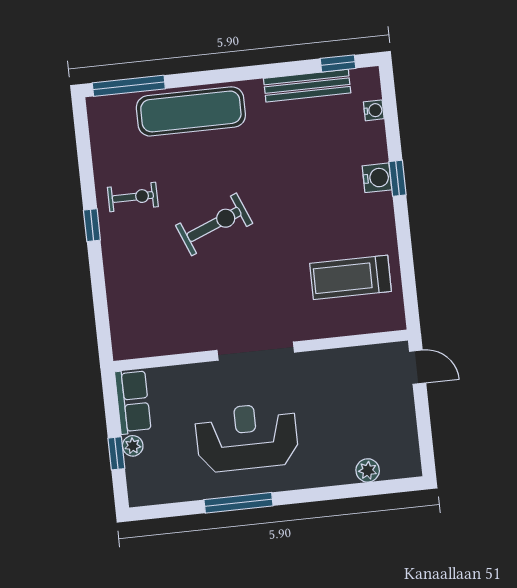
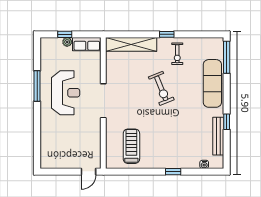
window: (338, 63) -> (227, 122), moved
water cooler: (377, 178) -> (174, 163), removed
shelving: (123, 302) -> (131, 44), added
plant: (368, 470) -> (45, 145), removed

